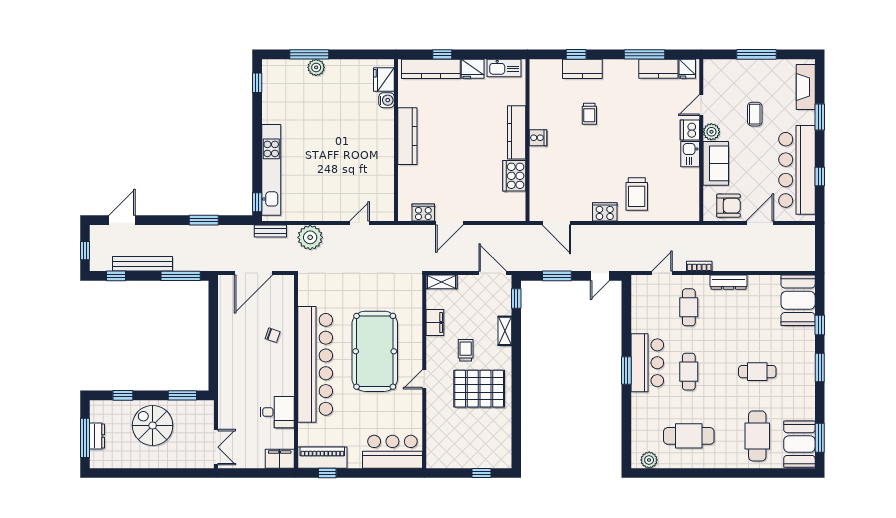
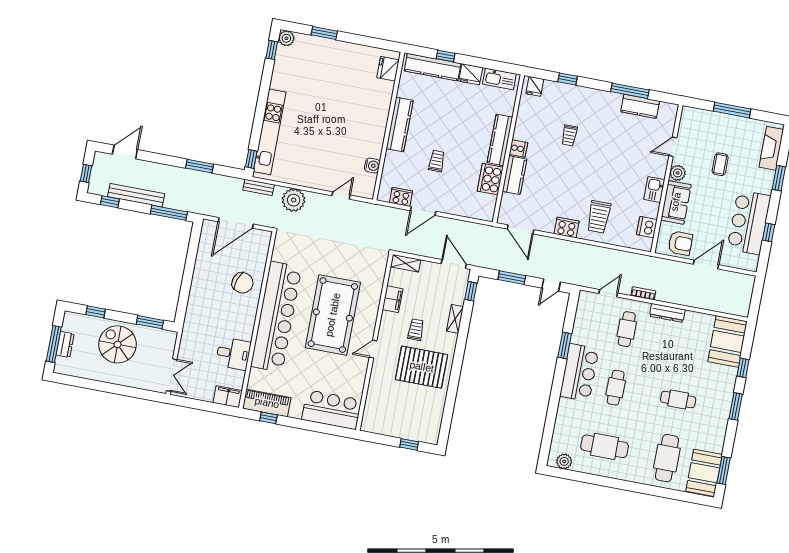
window: (309, 54) -> (324, 33), width x0.69
plant: (316, 67) -> (286, 38), moved
kitchen counter: (582, 69) -> (514, 175), moved, turned -90
fridge: (687, 69) -> (535, 86), moved
water cooler: (387, 100) -> (372, 166), moved
dishwasher: (690, 130) -> (647, 227), moved
trolley: (454, 167) -> (437, 161), added
bar counter: (797, 170) -> (749, 222), width x0.73
chair: (273, 335) -> (243, 283), width x1.87, depth x1.87
window: (626, 371) -> (565, 345), moved

